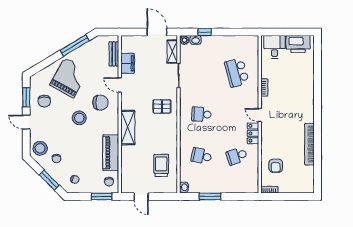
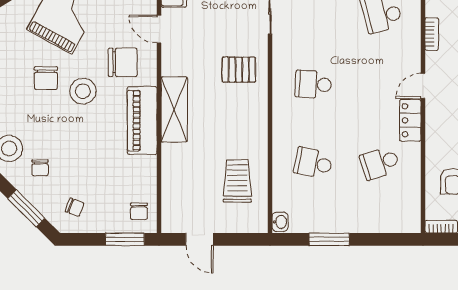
chair: (44, 101) -> (46, 78), moved
door: (260, 115) -> (423, 86), hinge flipped
piano: (111, 153) -> (142, 121), moved

